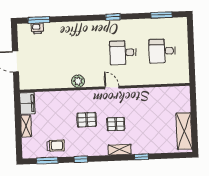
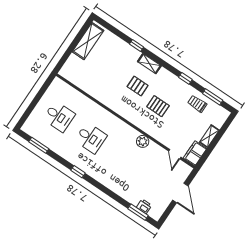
door: (112, 88) -> (175, 154), moved

